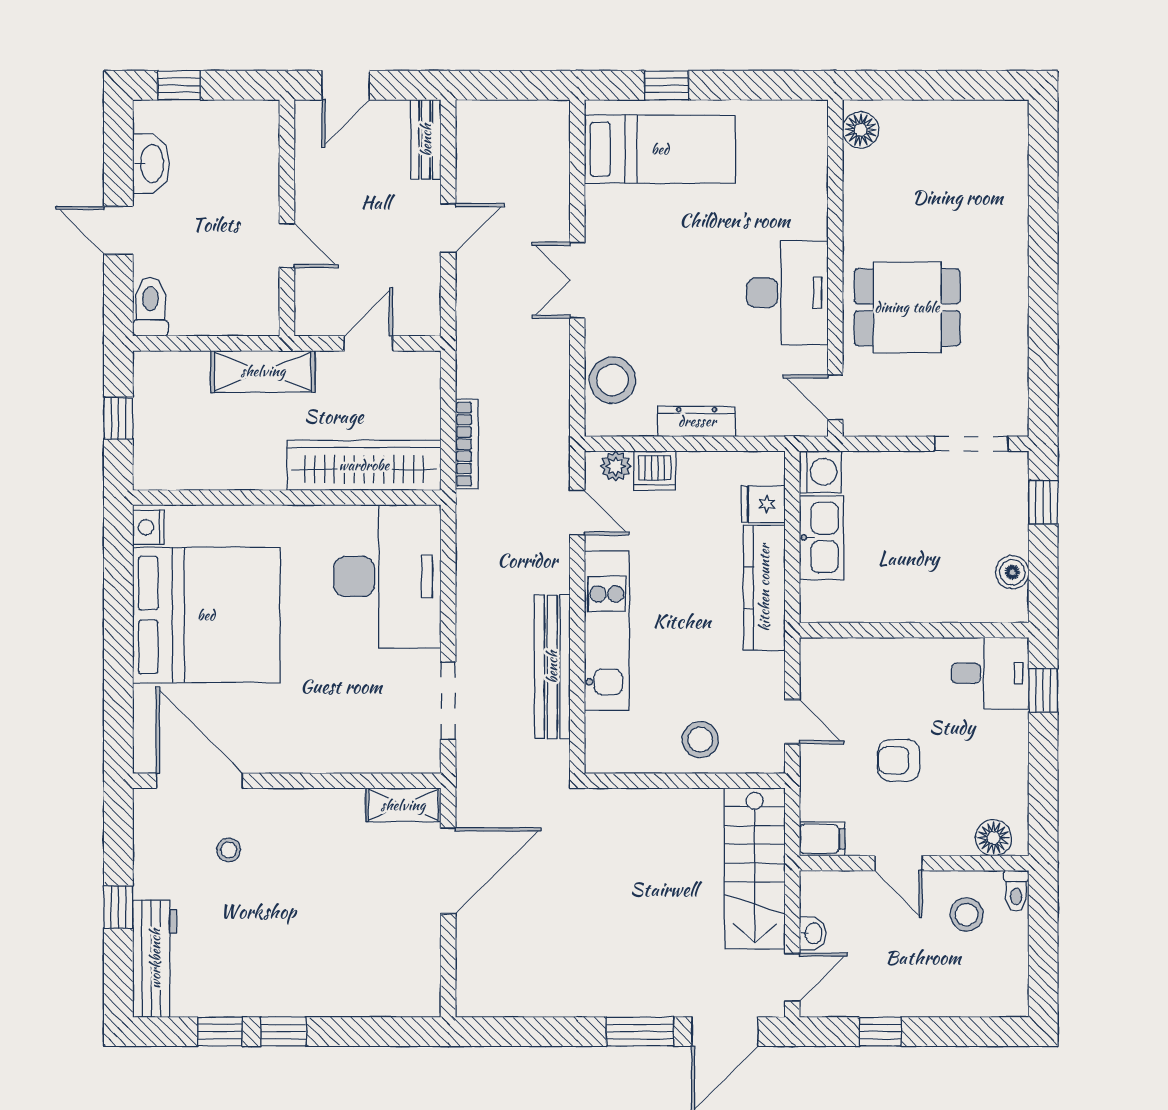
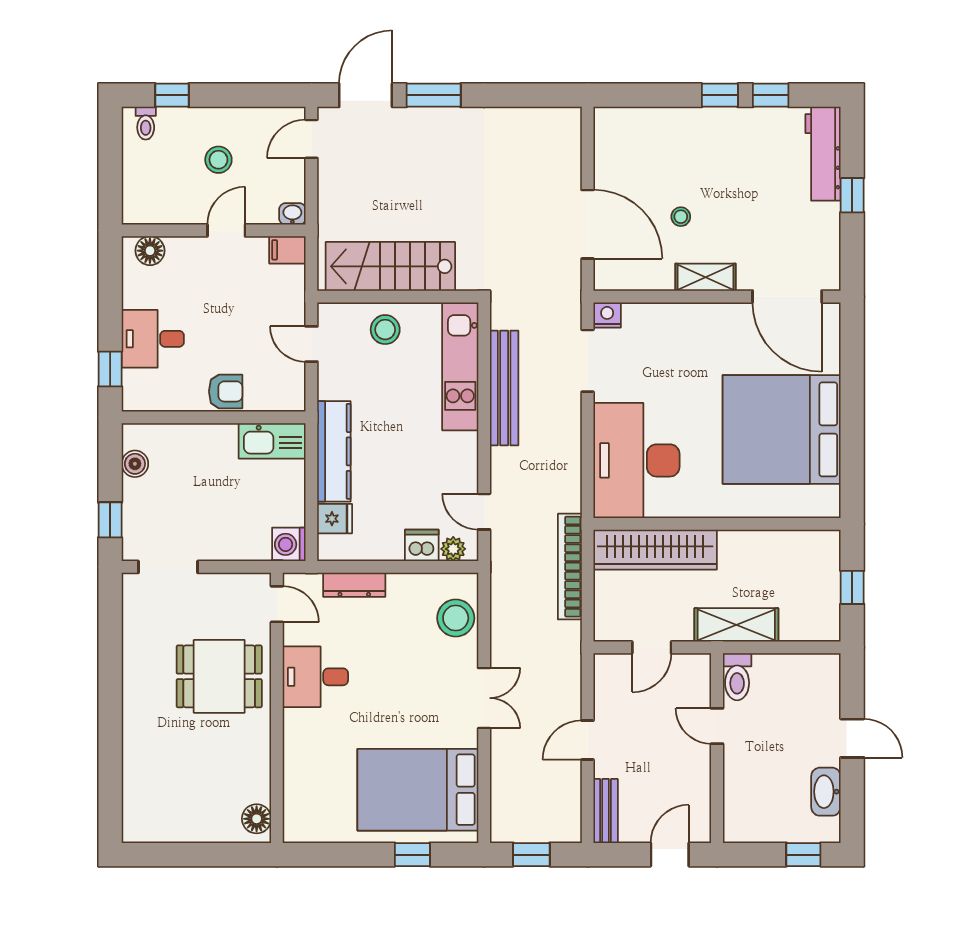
window: (518, 85) -> (531, 855), added
bed: (660, 149) -> (418, 790), width x1.50
desk: (787, 293) -> (315, 677), width x0.73
toilet: (151, 307) -> (737, 677), moved
dresser: (697, 421) -> (354, 585), moved
bookcase: (467, 444) -> (570, 567), width x1.48, depth x1.31
nightstand: (149, 527) -> (607, 315), moved, turned -90
kitchen sink: (821, 537) -> (272, 441), moved, turned -90
kitchen unit: (607, 631) -> (460, 366), moved
desk: (990, 673) -> (153, 339), moved
armchair: (899, 760) -> (226, 391), moved
shelving: (403, 805) -> (706, 277), moved
stool: (229, 850) -> (681, 217), moved
door: (898, 863) -> (226, 230), hinge flipped
stairs: (755, 868) -> (390, 266), moved, turned -90
door: (448, 871) -> (588, 224), swing flipped
toilet: (1016, 891) -> (146, 123), moved, turned 180
stool: (967, 914) -> (218, 160), moved
washbasin: (813, 933) -> (292, 214), moved, turned 90
window: (880, 1032) -> (172, 95), moved

